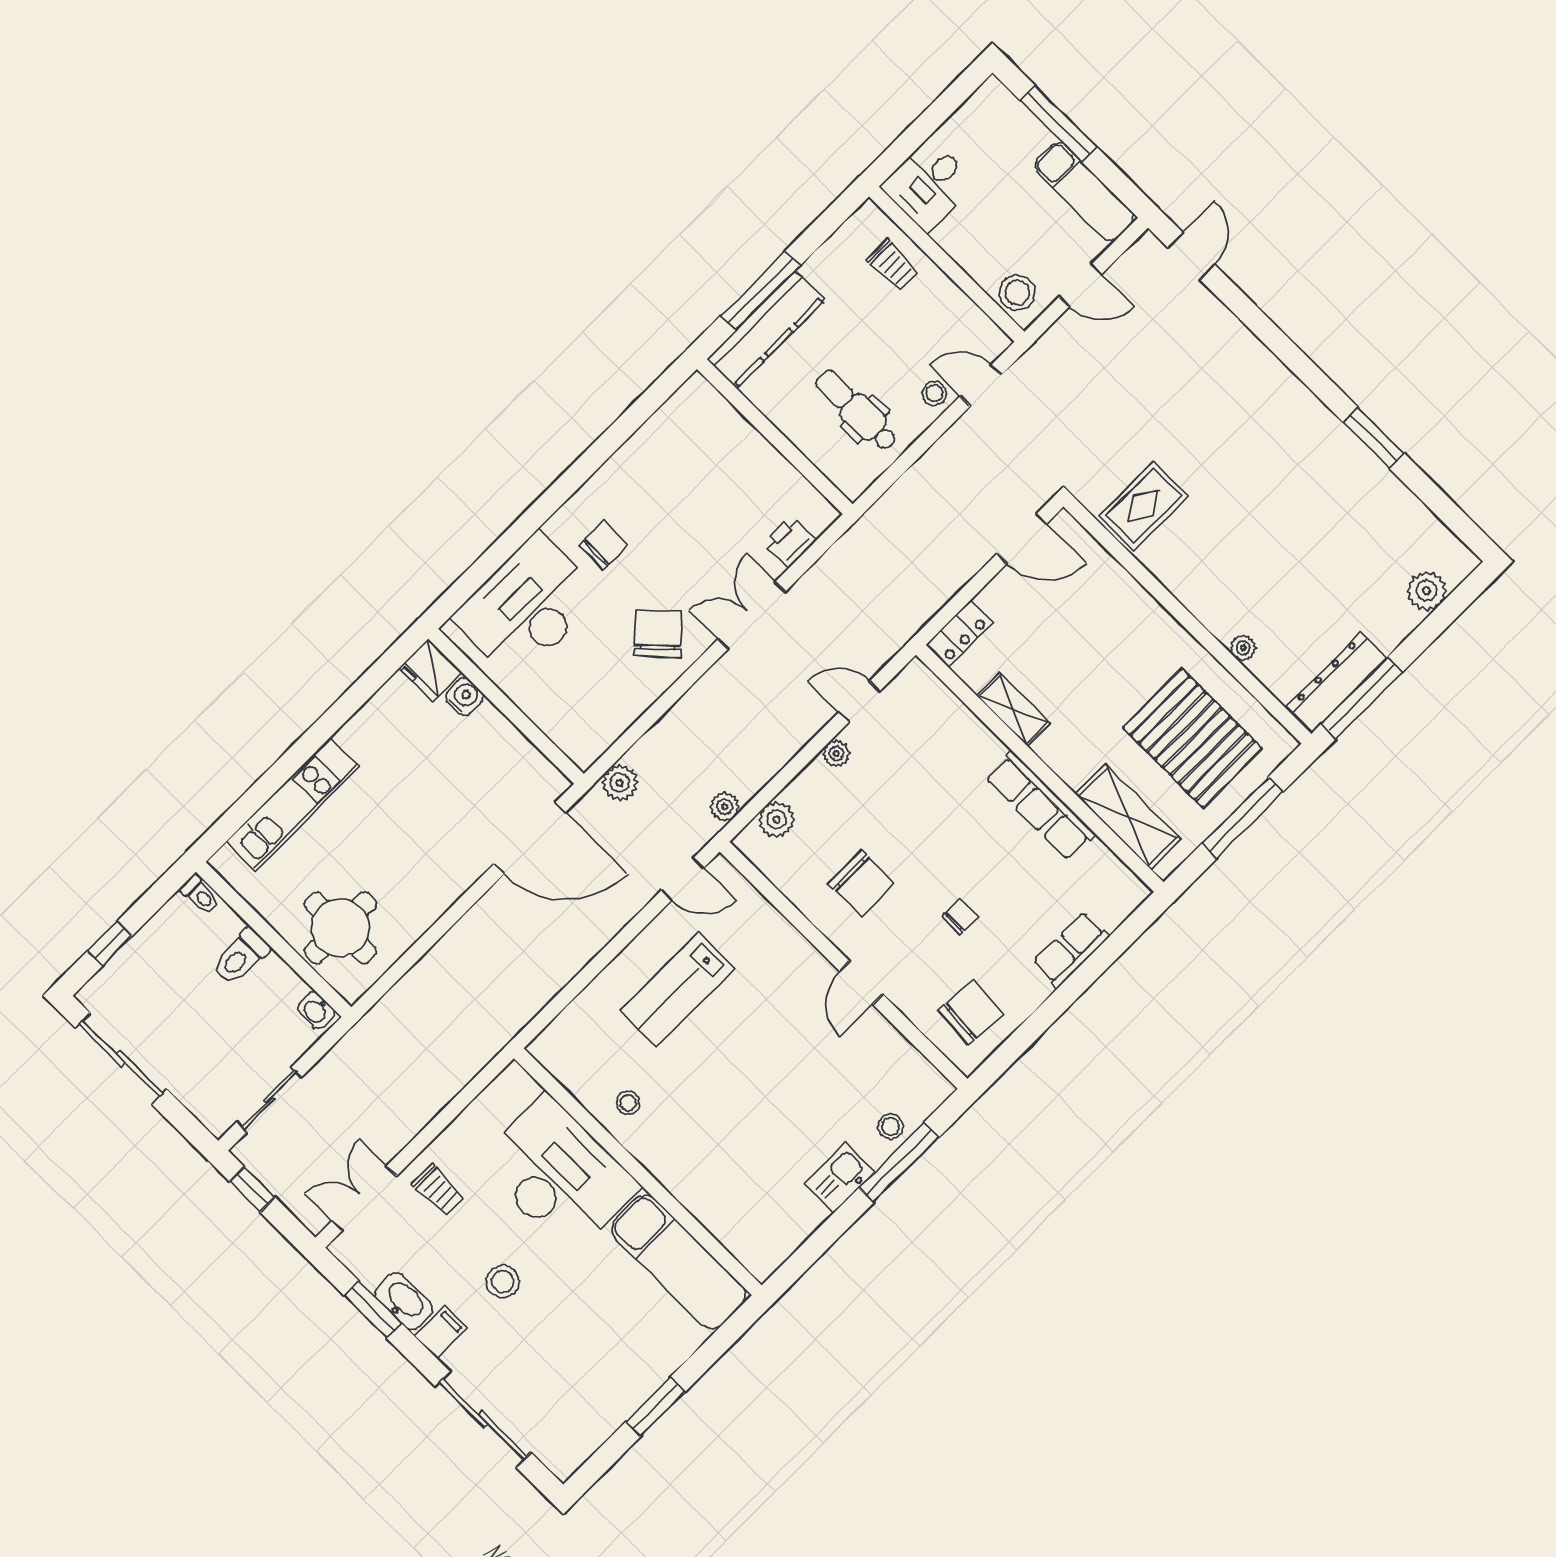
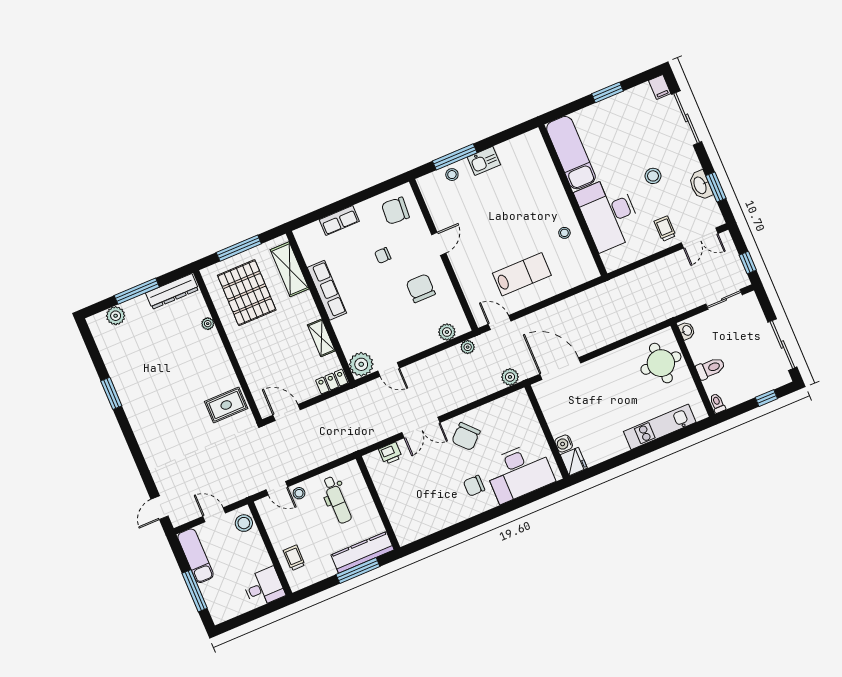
window: (1362, 698) -> (137, 291), moved
plant: (836, 753) -> (361, 364), moved, width x1.88, depth x1.88
filing cabinet: (441, 1332) -> (660, 87), moved, turned -90

